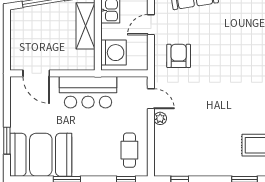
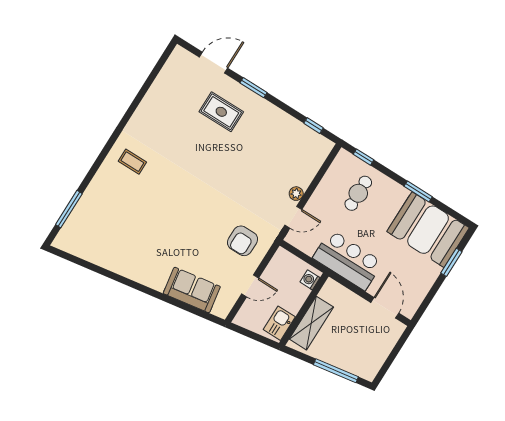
washing machine: (114, 53) -> (310, 280), width x0.53, depth x0.53
door: (151, 99) -> (293, 217), swing flipped
cafe table: (129, 150) -> (358, 193), moved

